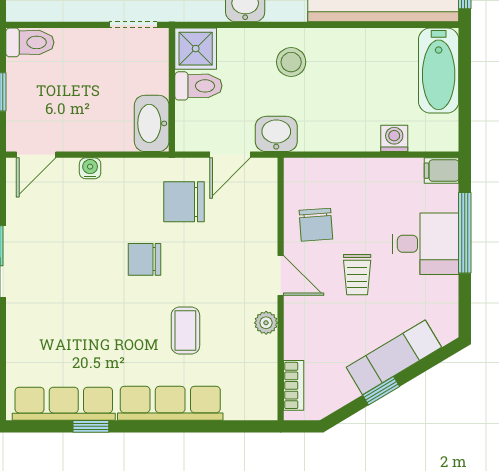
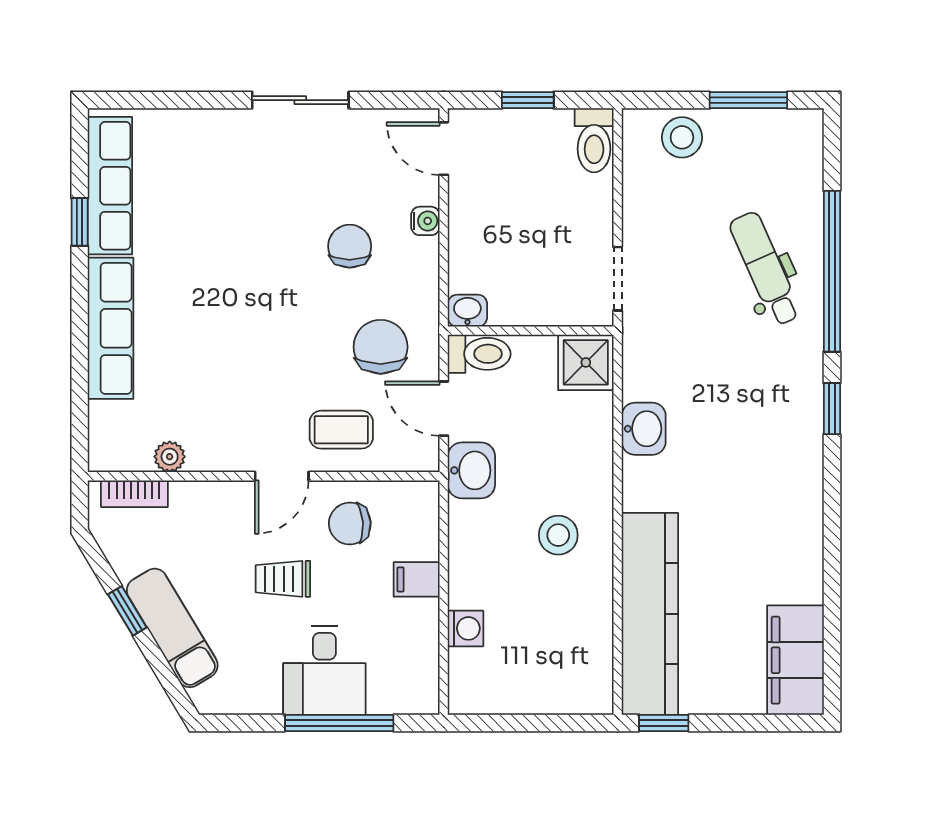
stool: (291, 62) -> (558, 535), moved
bathtub: (439, 71) -> (556, 688), removed
toilet: (198, 86) -> (479, 354), moved, turned -90
washbasin: (152, 123) -> (467, 311), width x0.52, depth x0.69
filing cabinet: (442, 171) -> (417, 579), moved, turned -90
chair: (145, 259) -> (350, 246), moved
plant: (266, 323) -> (170, 457), moved
coffee table: (185, 331) -> (341, 430), moved

